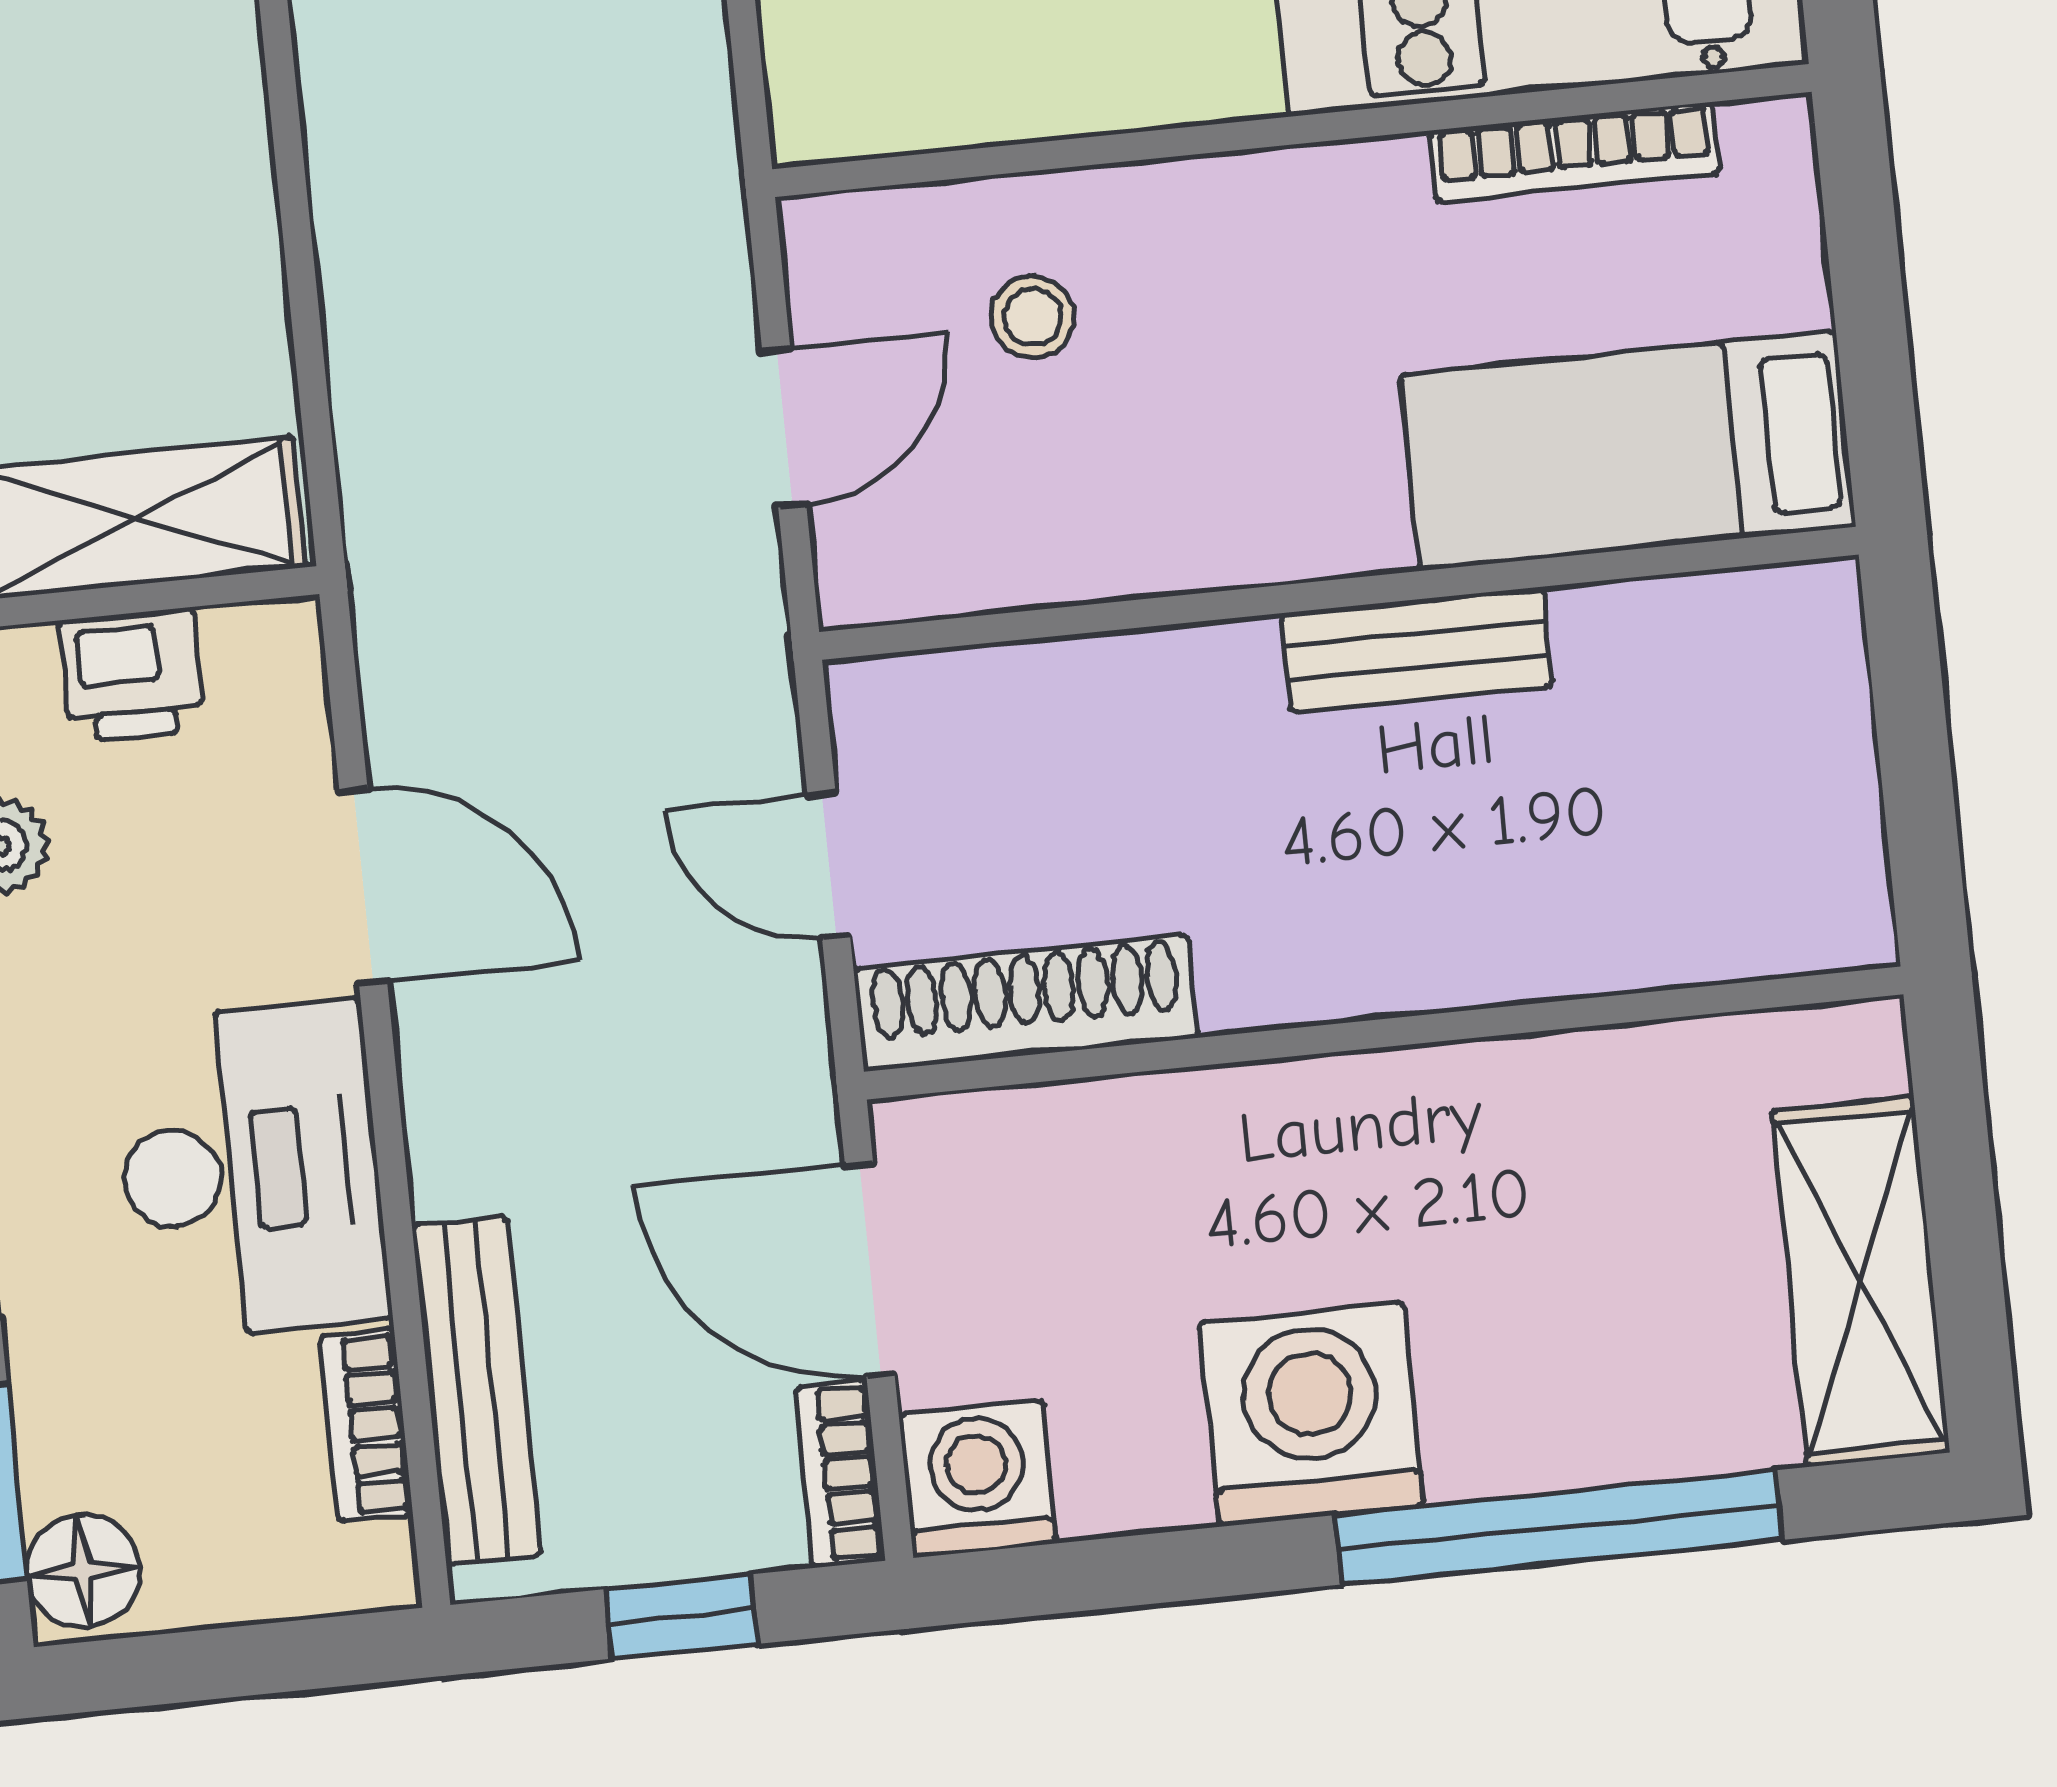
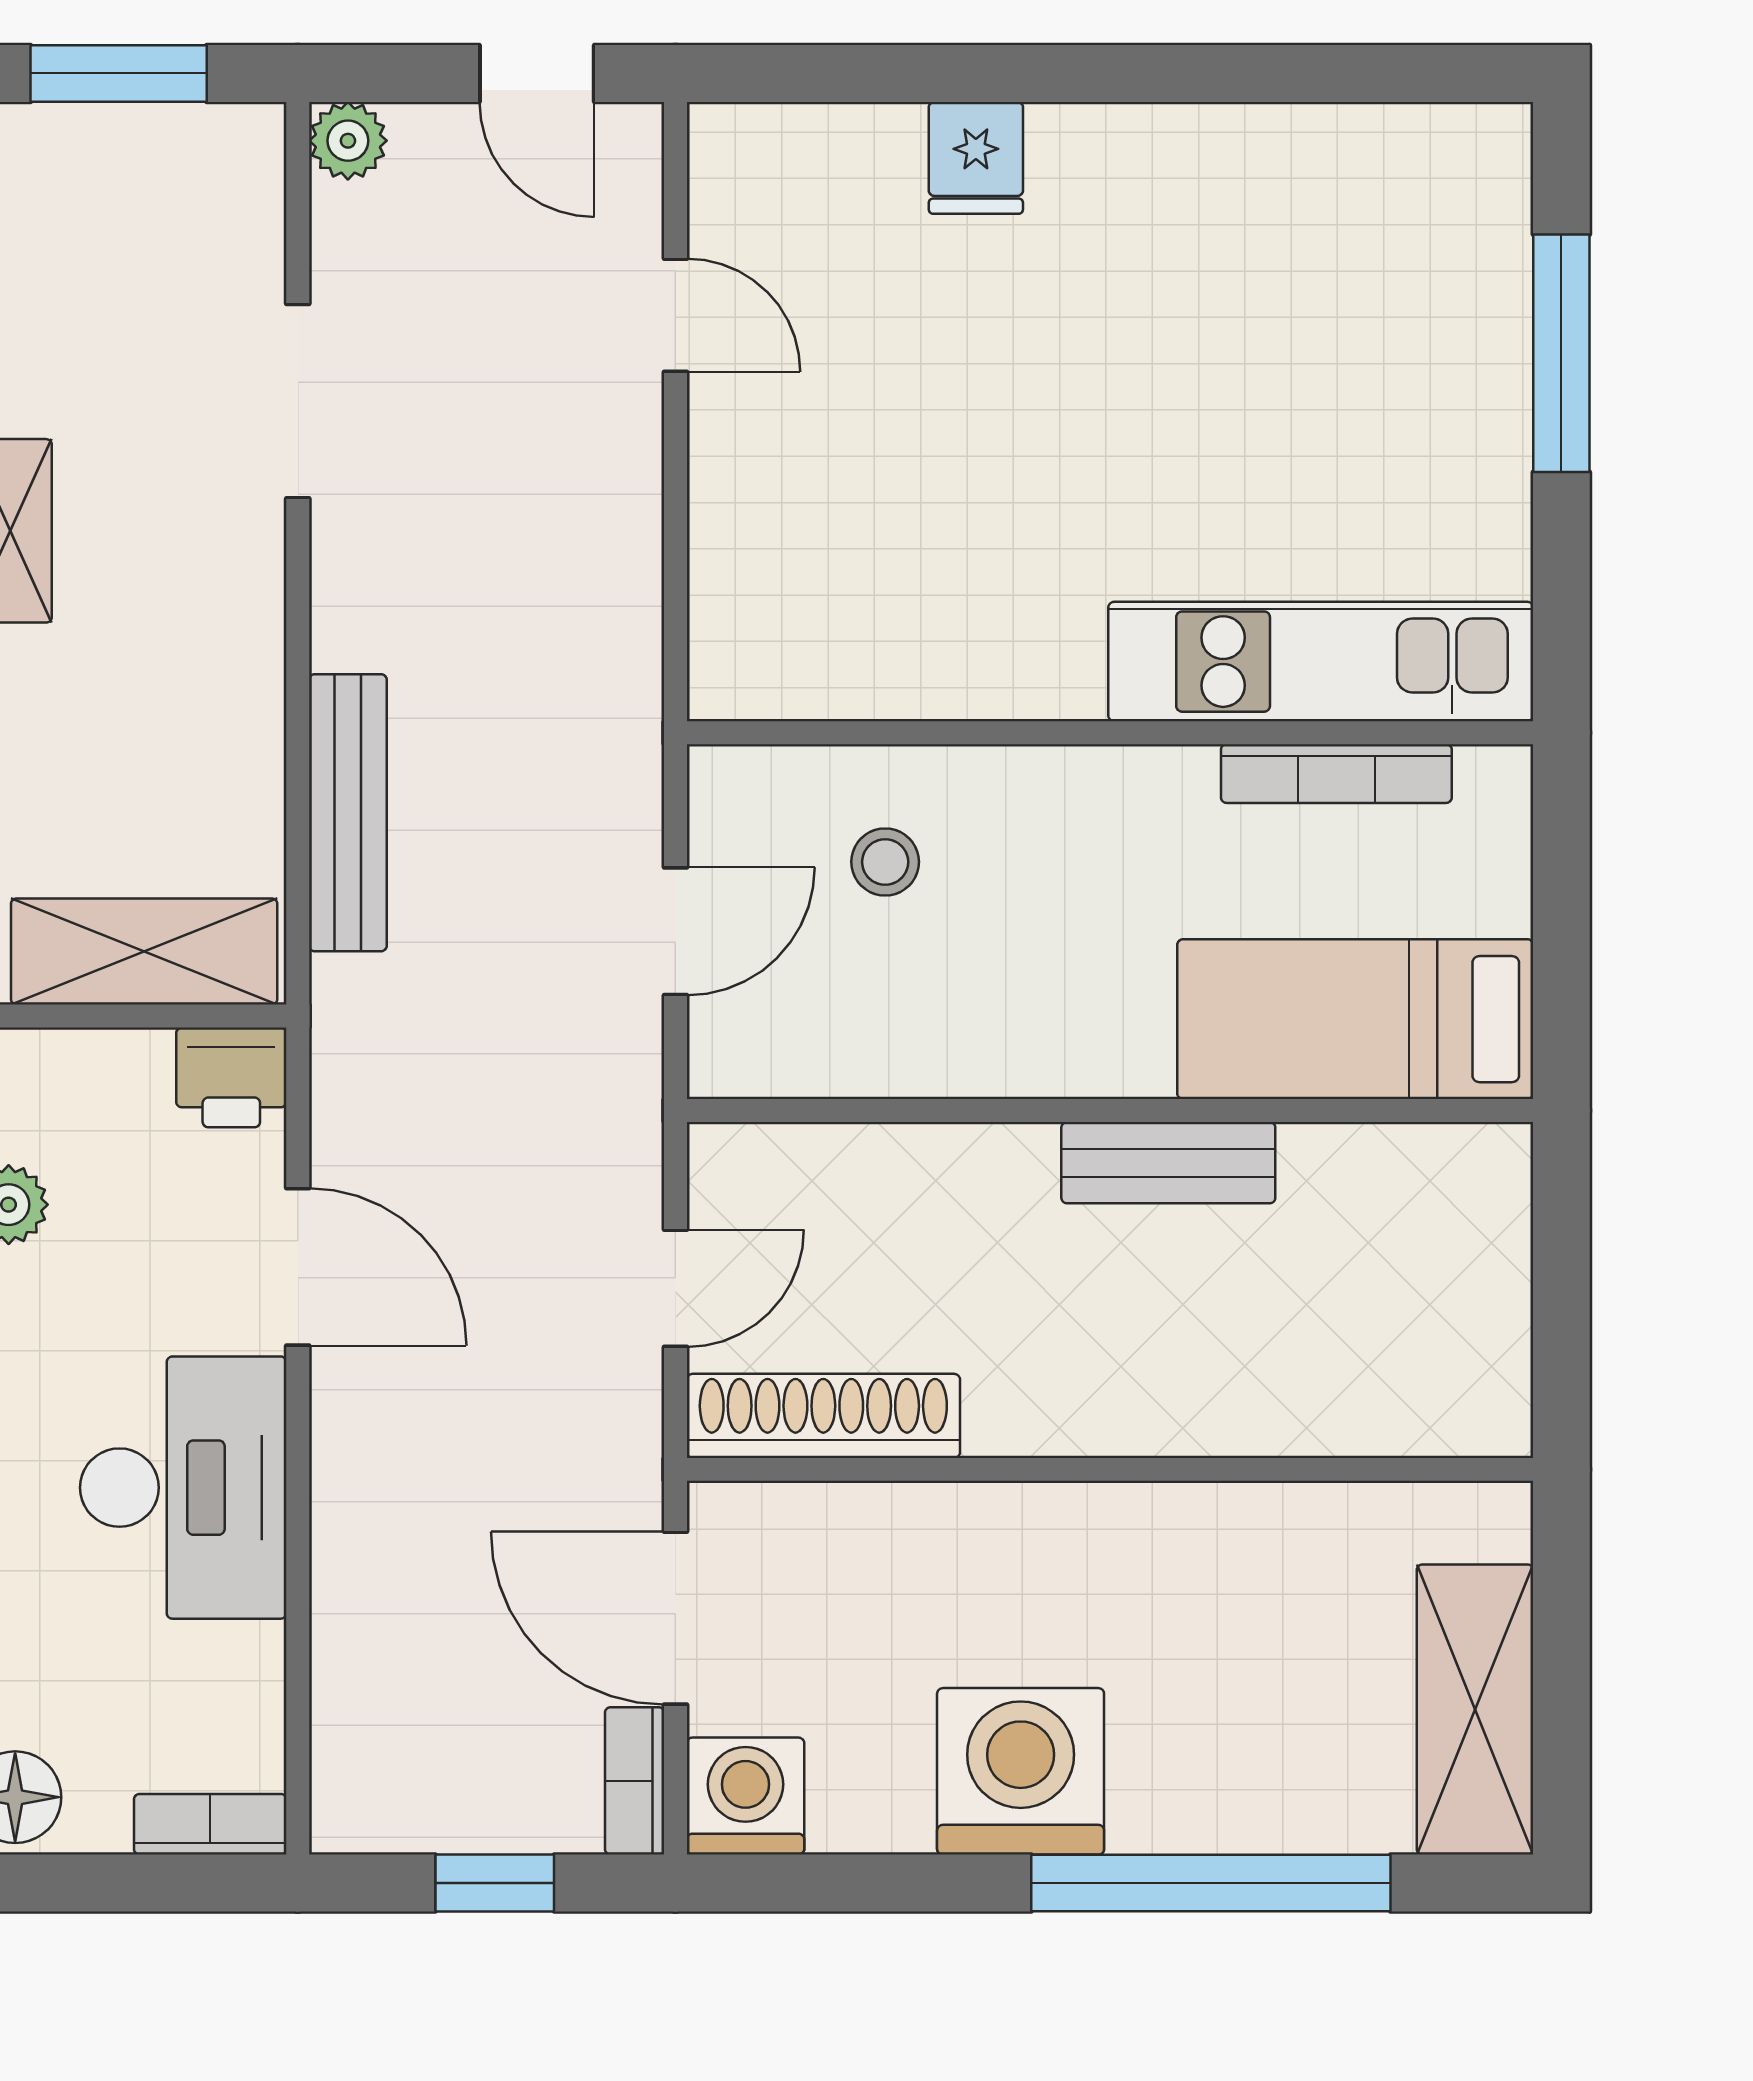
printer: (132, 675) -> (231, 1077), moved
door: (829, 865) -> (675, 1288), swing flipped
bench: (477, 1391) -> (348, 813), moved
bookcase: (366, 1425) -> (210, 1824), moved, turned 90

